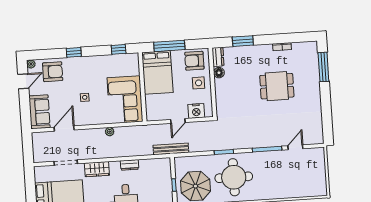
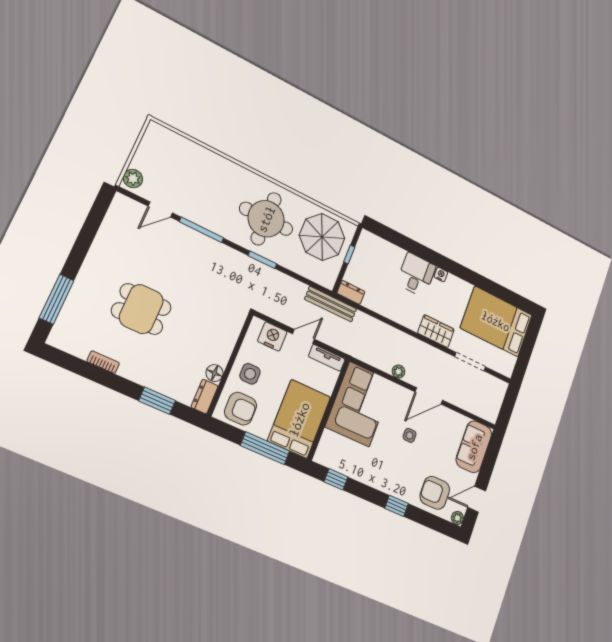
tv unit: (158, 116) -> (327, 358), added
door: (64, 129) -> (429, 396), moved
plant: (319, 156) -> (133, 178), added
dresser: (130, 165) -> (351, 292), moved

